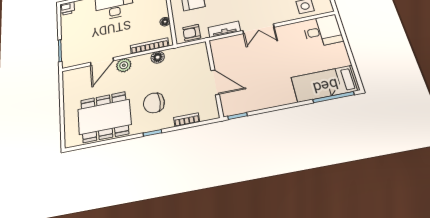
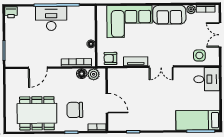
plant: (124, 65) -> (94, 74), moved
wall: (214, 78) -> (107, 100), moved
door: (215, 82) -> (107, 103), moved

